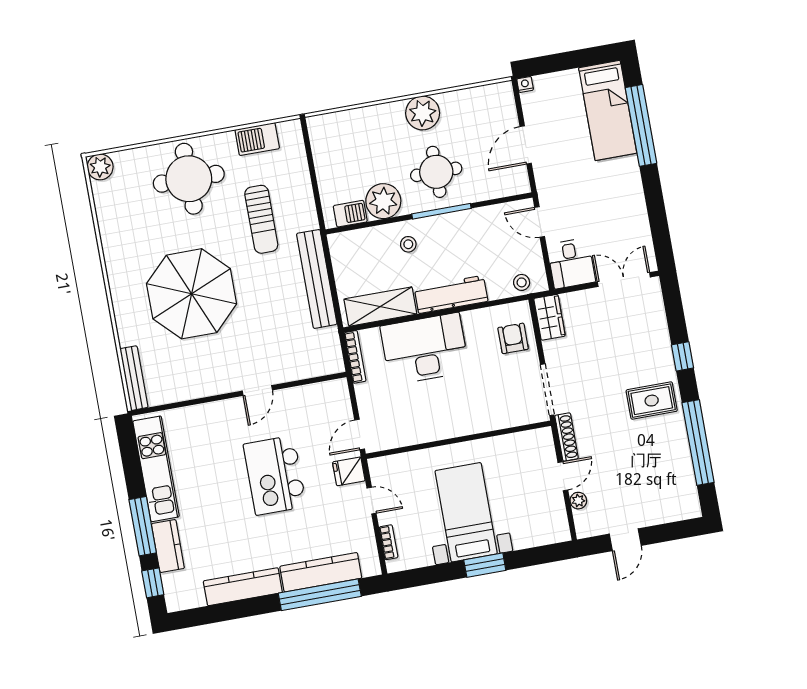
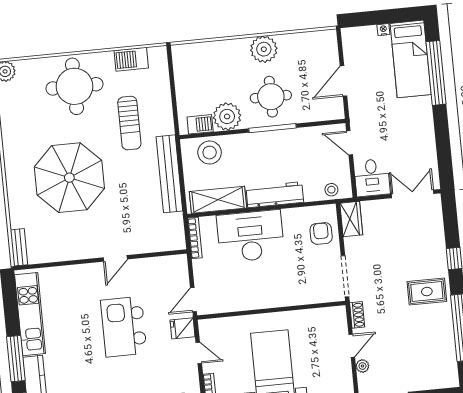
nightstand: (525, 84) -> (383, 30), moved
stool: (408, 244) -> (210, 153), moved, width x1.89, depth x1.89
bench: (134, 378) -> (19, 247), width x0.73
shoe rack: (567, 437) -> (357, 315), width x0.70

